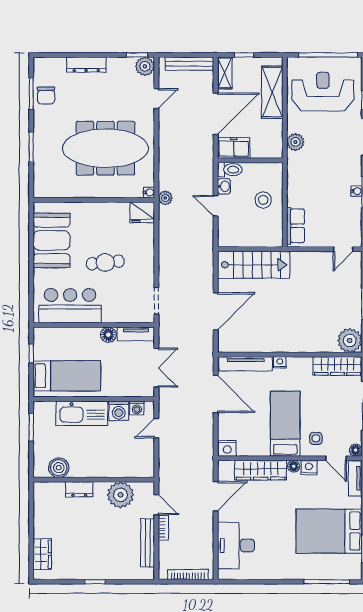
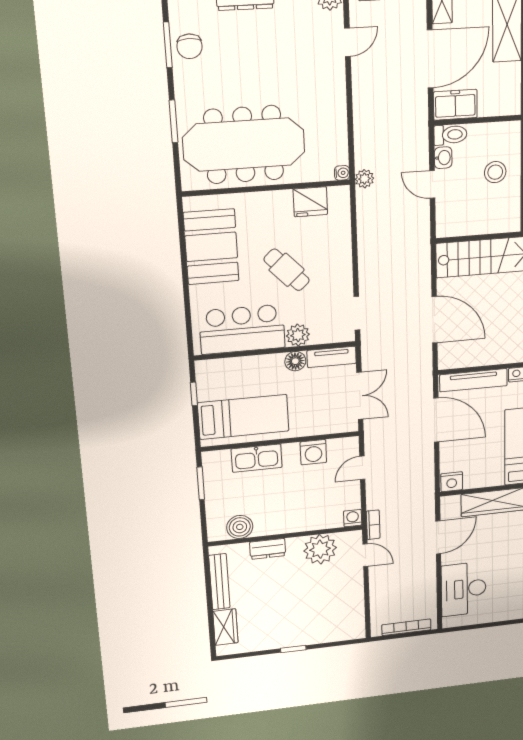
meeting table: (105, 148) -> (244, 145), moved
fridge: (142, 212) -> (310, 202), moved
cafe table: (105, 262) -> (287, 270), turned 53
door: (216, 311) -> (434, 320), hinge flipped
plant: (111, 314) -> (298, 335), added
washing machine: (137, 408) -> (353, 518), moved, turned 180
kitchen sink: (82, 413) -> (257, 458), width x0.73, depth x0.81
bookcase: (163, 528) -> (373, 525), moved
bench: (148, 543) -> (219, 582), moved

